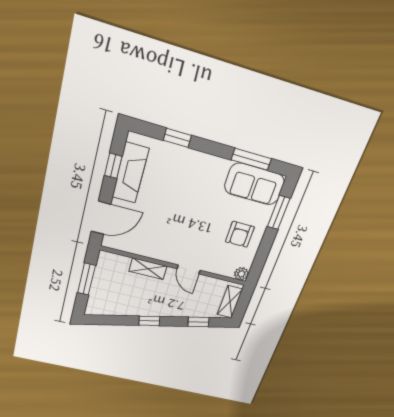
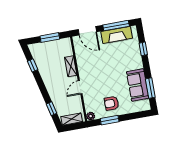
window: (113, 166) -> (116, 26), width x2.17
sofa: (254, 184) -> (138, 85), moved
window: (279, 213) -> (110, 120), moved
window: (149, 321) -> (33, 65), moved

